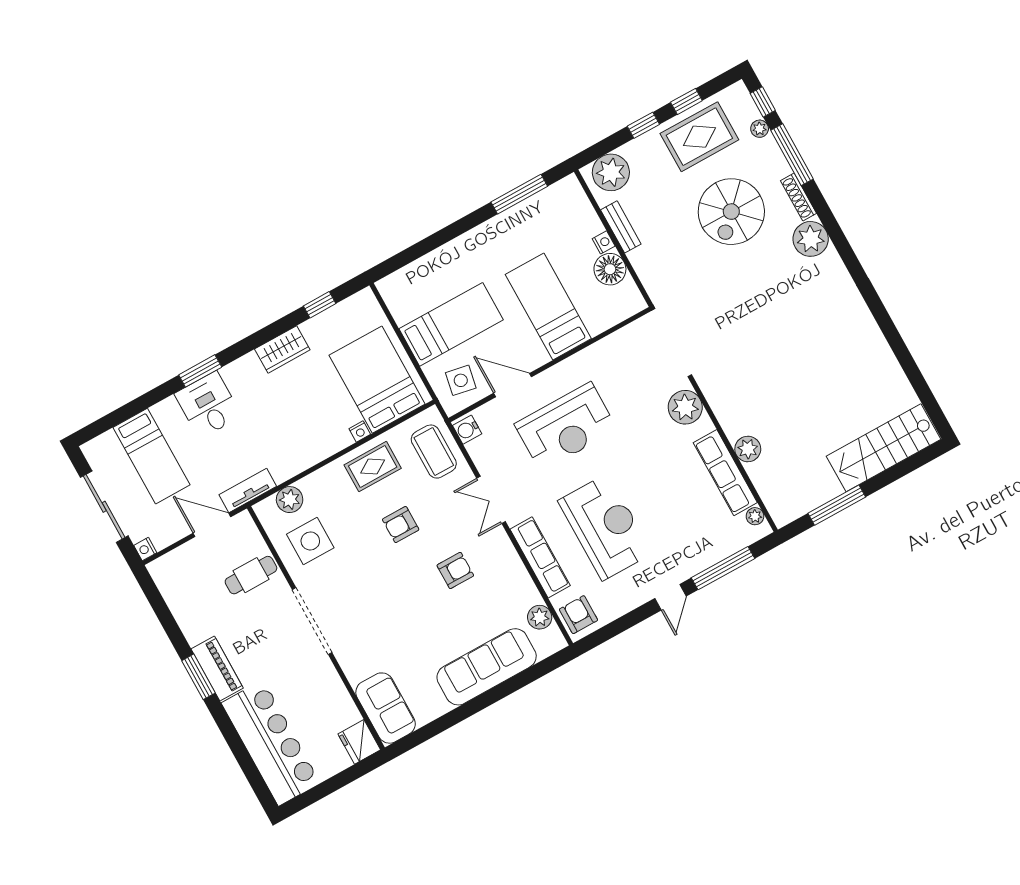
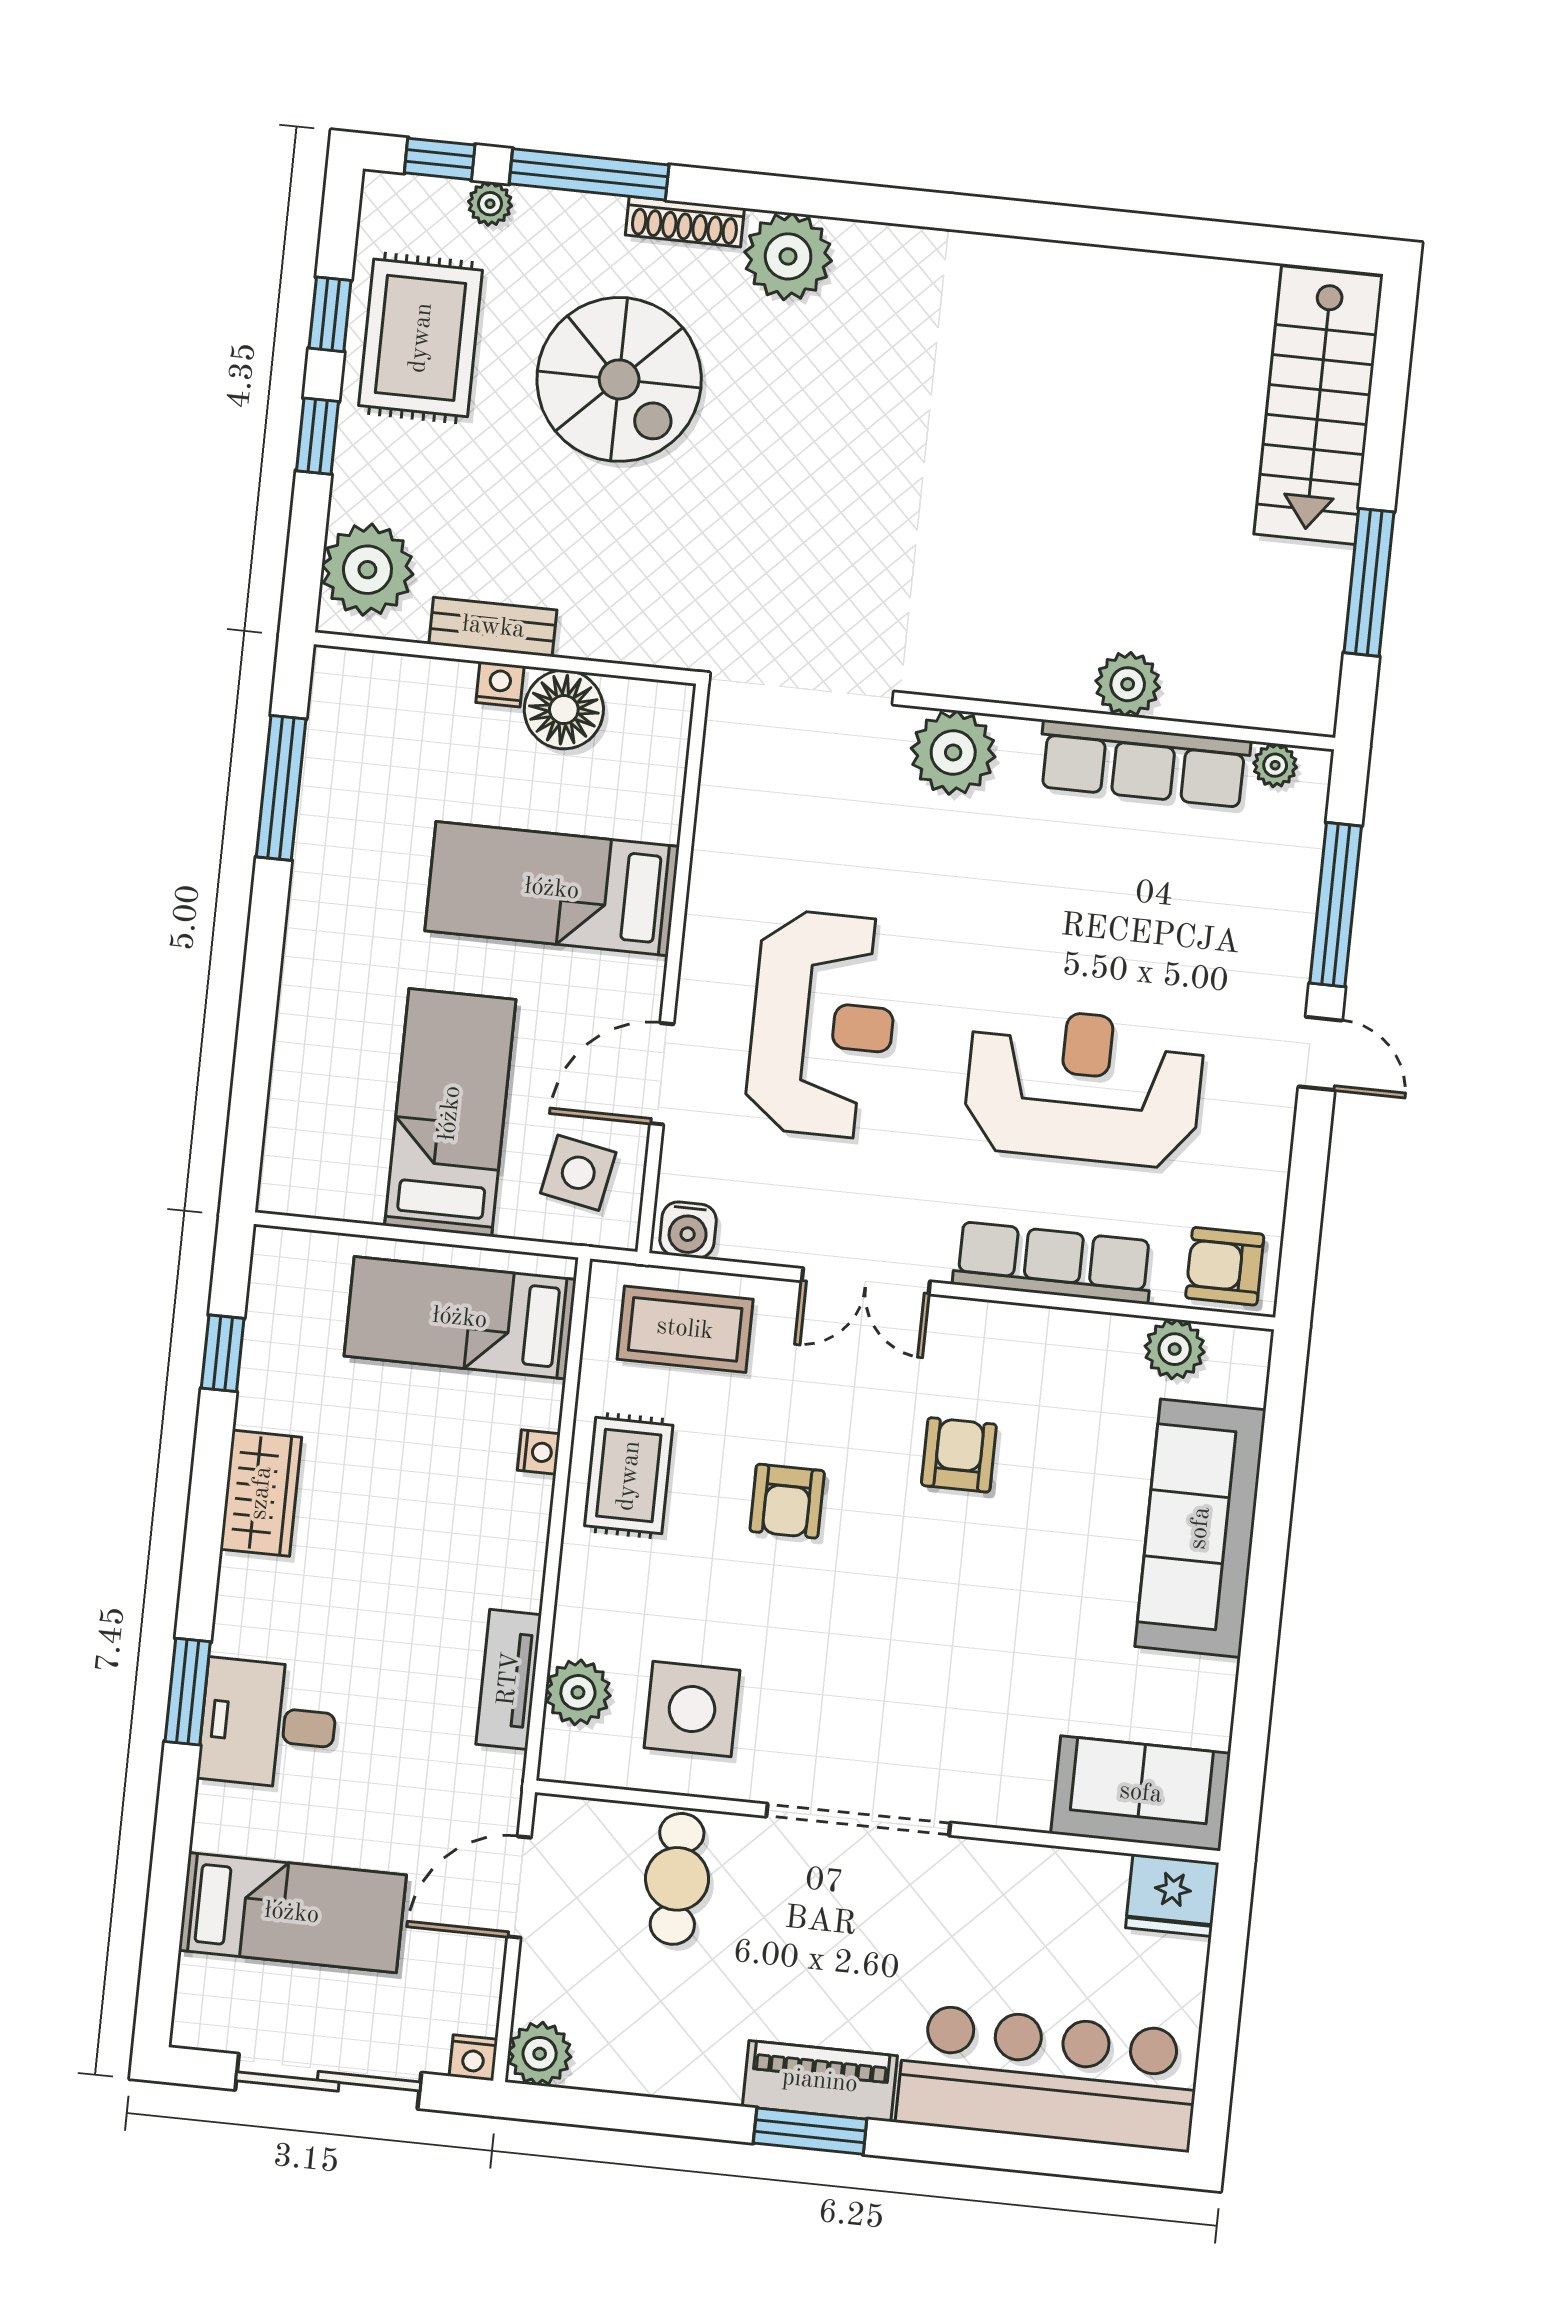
bed: (377, 380) -> (460, 1318), width x0.67
tv unit: (248, 491) -> (509, 1679), moved
plant: (162, 570) -> (540, 2054), added

